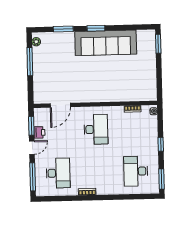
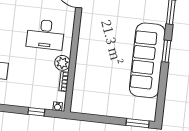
plant: (117, 112) -> (62, 63), added
window: (161, 144) -> (36, 112), moved

